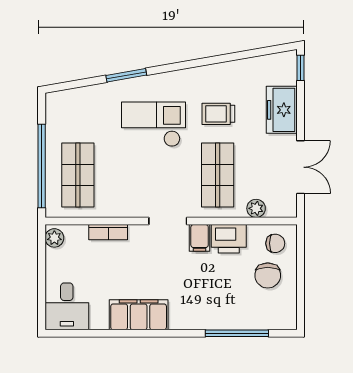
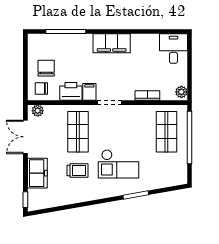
plant: (256, 208) -> (38, 111), moved
filing cabinet: (139, 315) -> (112, 43), moved

